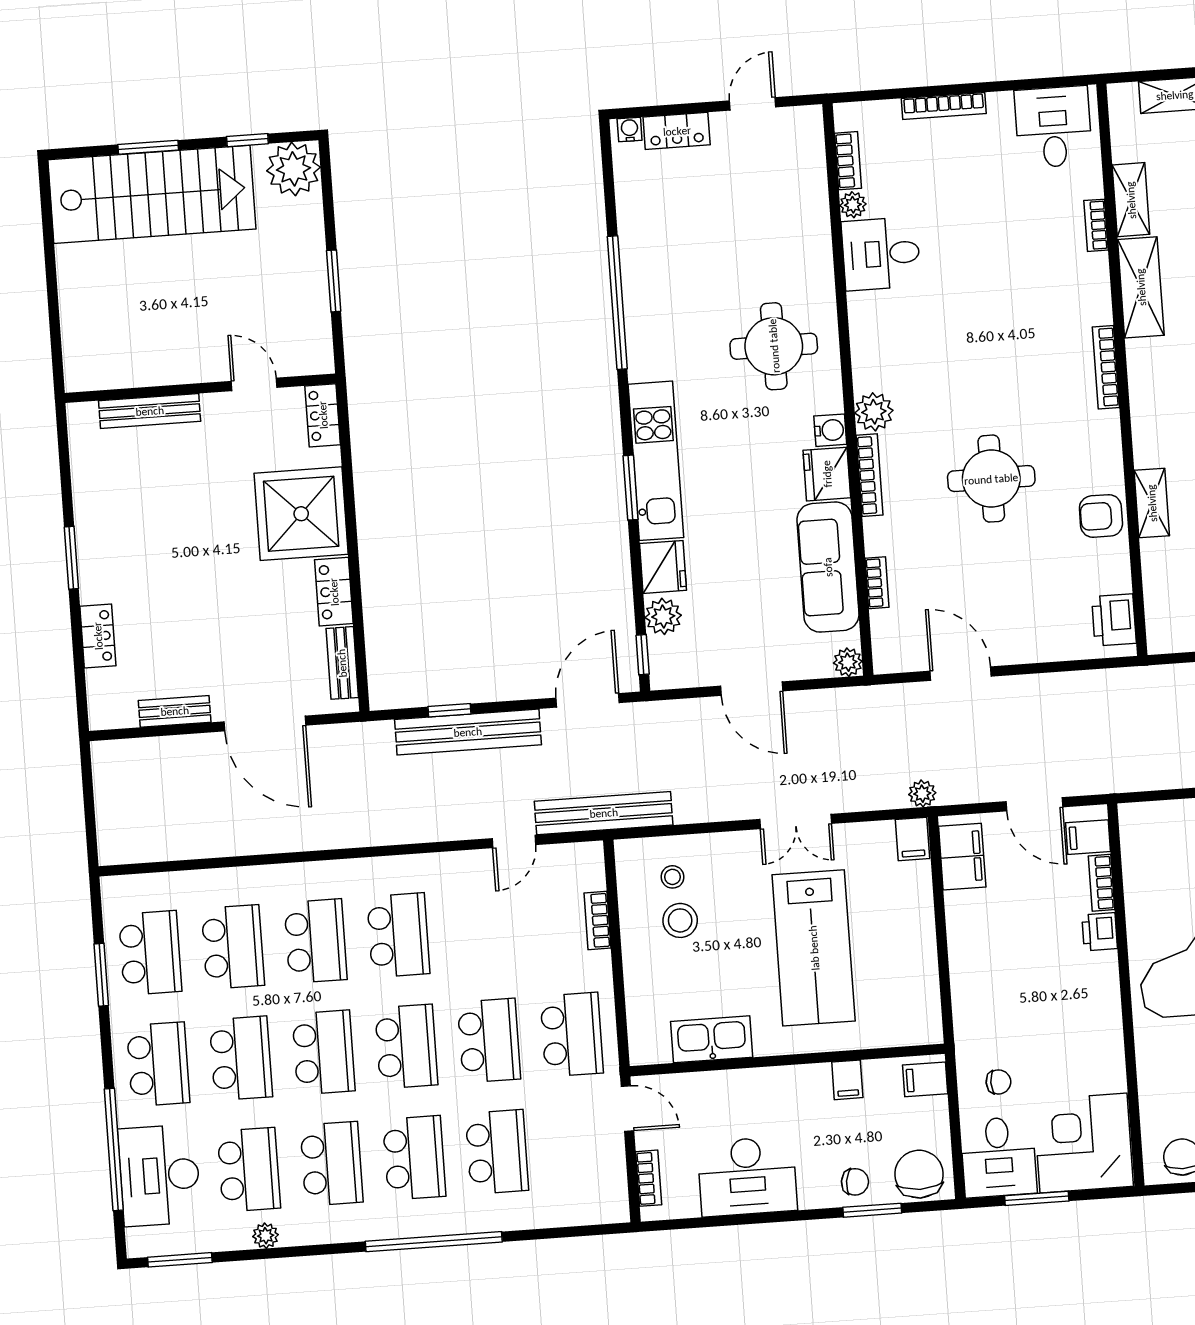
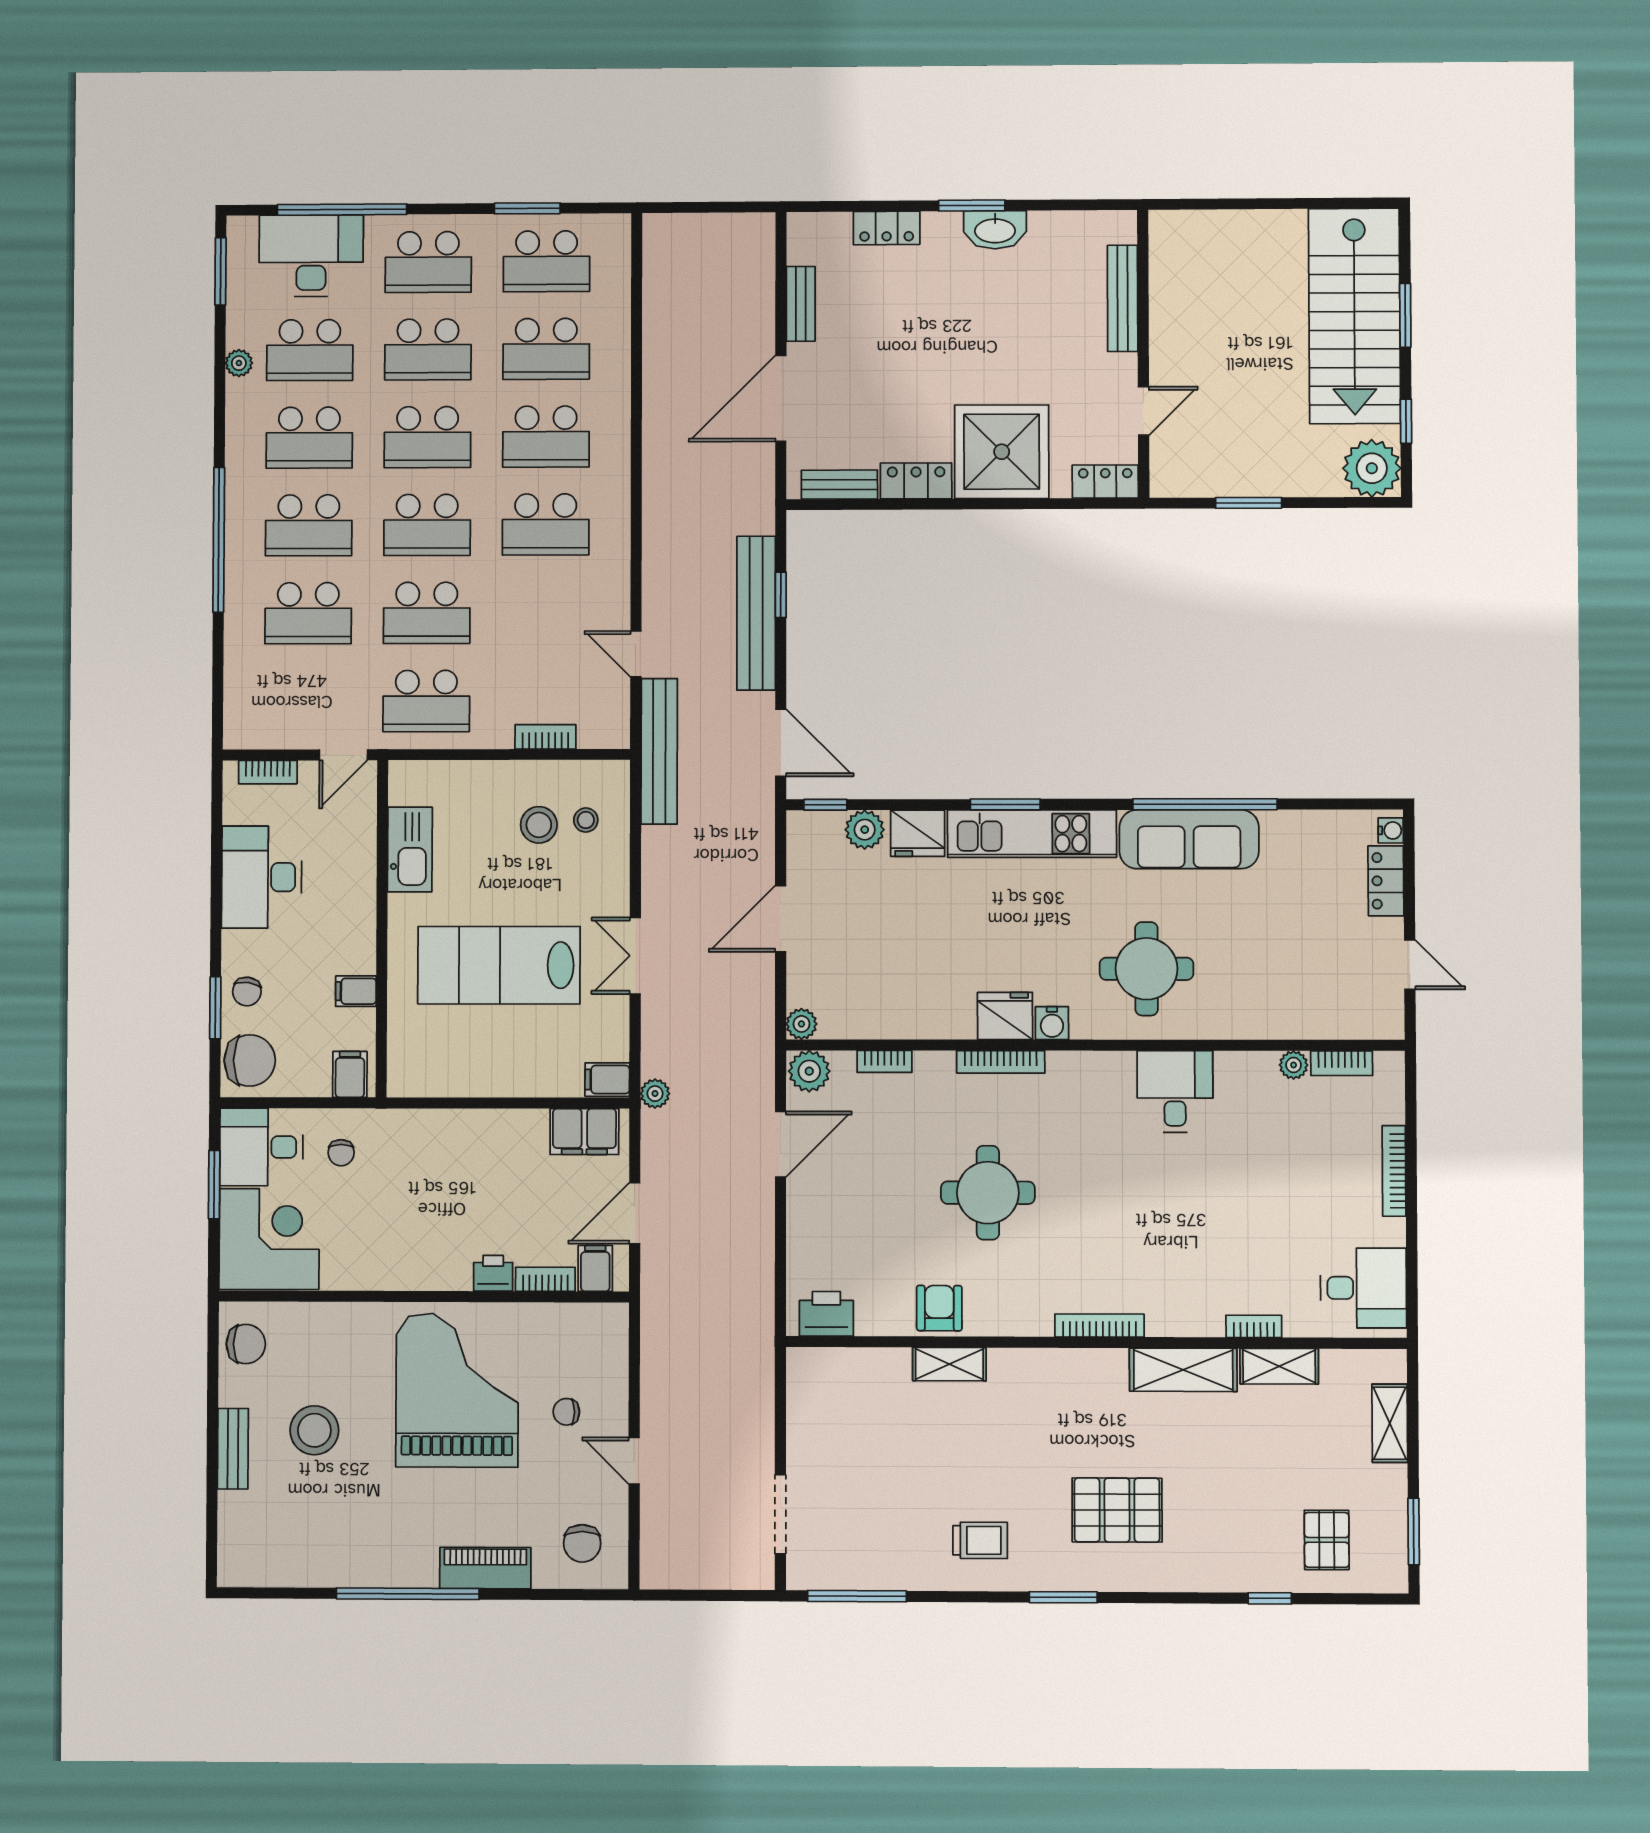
desk: (881, 254) -> (1175, 1091), moved
plant: (874, 412) -> (809, 1071), moved
washbasin: (93, 534) -> (995, 230), added
sofa: (828, 567) -> (1189, 839), moved, turned 180

